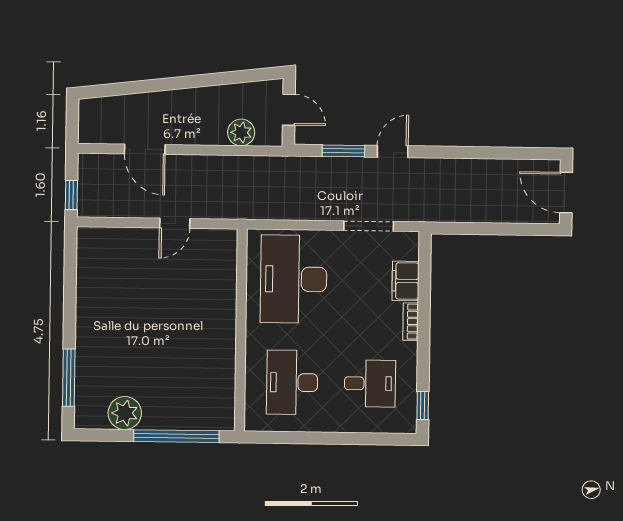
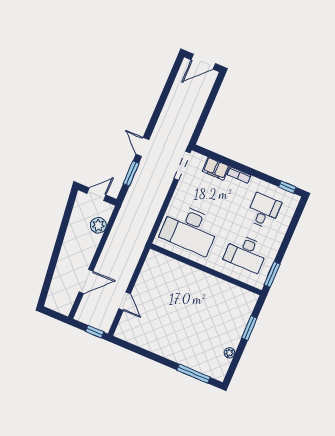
door: (175, 223) -> (125, 301), moved
doorway: (369, 226) -> (182, 166), moved
plant: (125, 413) -> (229, 353), width x0.53, depth x0.53
window: (176, 436) -> (249, 328), width x0.47
window: (275, 437) -> (272, 274), added

